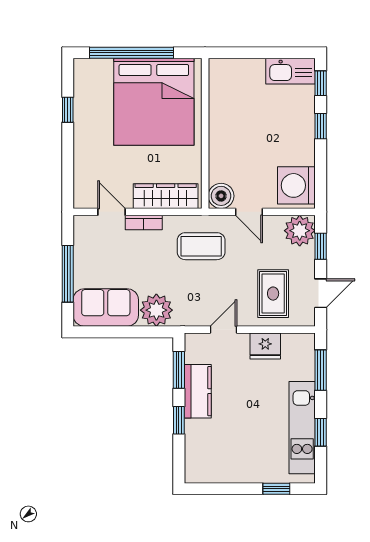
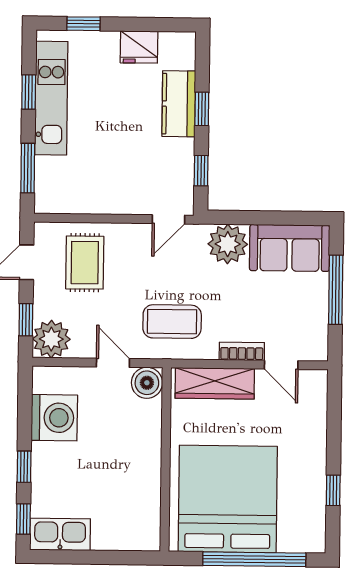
washing machine: (296, 185) -> (54, 418), moved
door: (224, 330) -> (169, 219), moved
fridge: (265, 346) -> (139, 47), moved, turned 180
window: (179, 370) -> (201, 171), width x0.67
kitchen counter: (198, 391) -> (179, 104), moved

